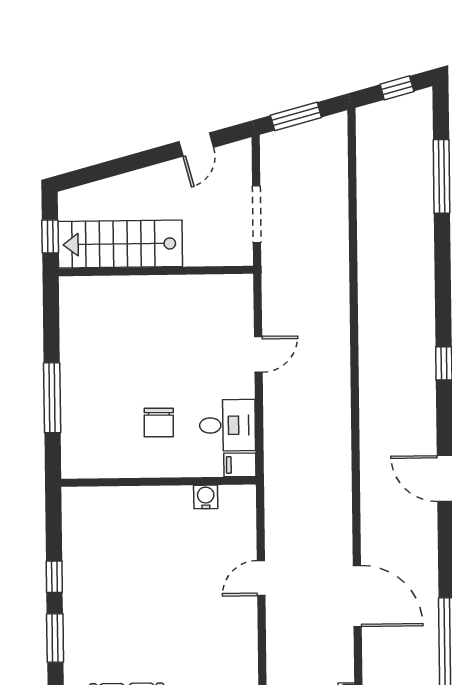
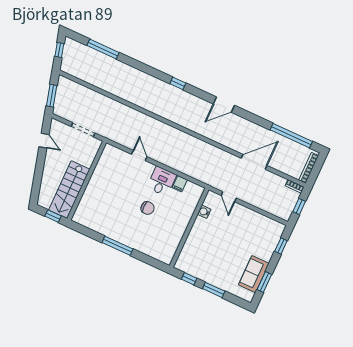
wall: (158, 482) -> (189, 228), moved
water cooler: (206, 497) -> (204, 212), moved

